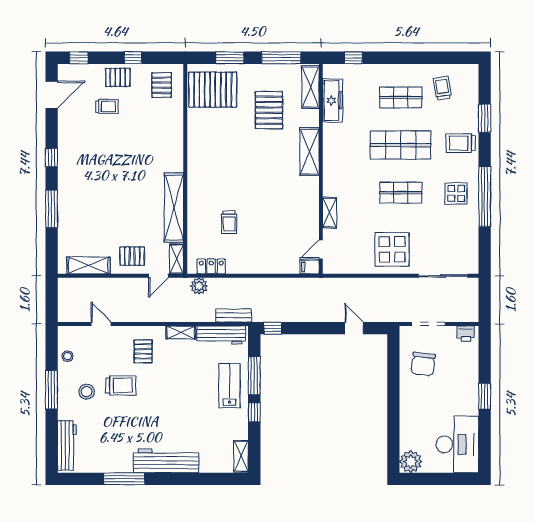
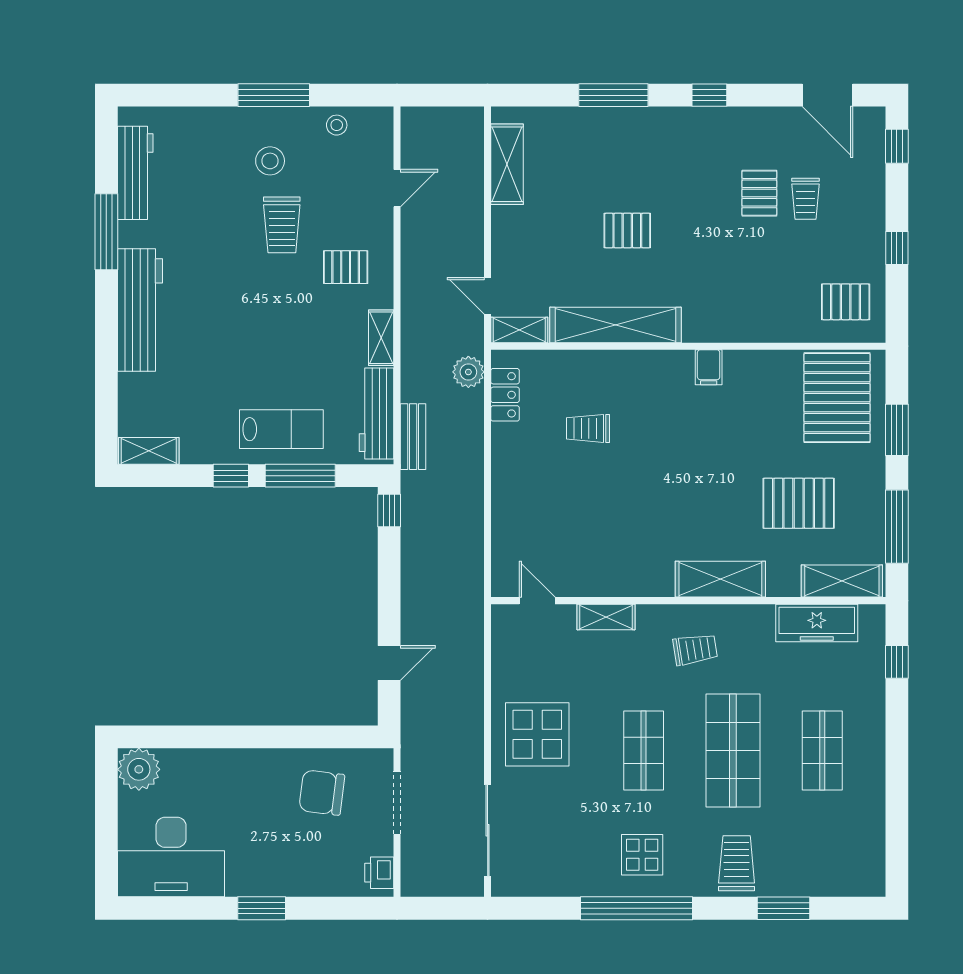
pallet: (118, 77) -> (759, 193), moved
trolley: (442, 88) -> (695, 649), moved
pallet: (132, 256) -> (627, 230), moved, turned 90
filing cabinet: (310, 267) -> (709, 367), moved, turned 180
workbench: (67, 446) -> (135, 173), moved, turned -90

